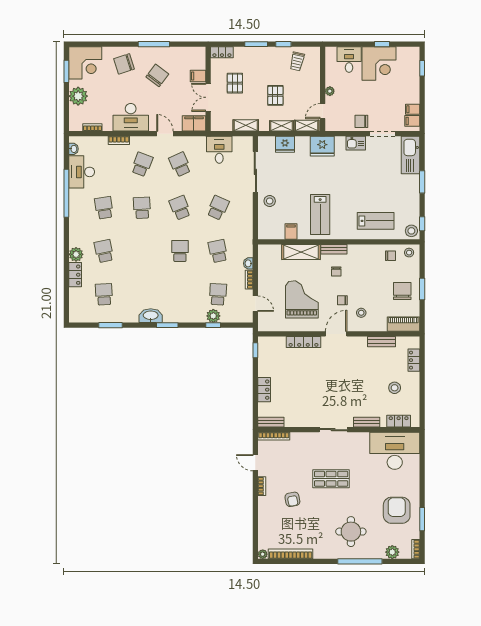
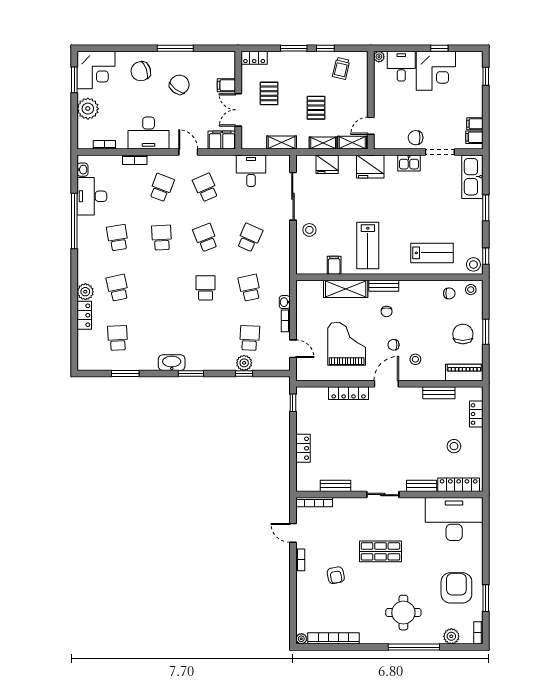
plant: (330, 91) -> (379, 57), moved
locker: (399, 421) -> (459, 485), width x1.53
bench: (271, 422) -> (336, 486), moved

